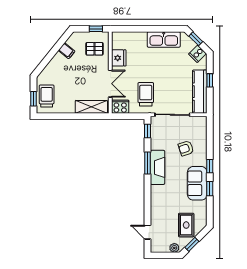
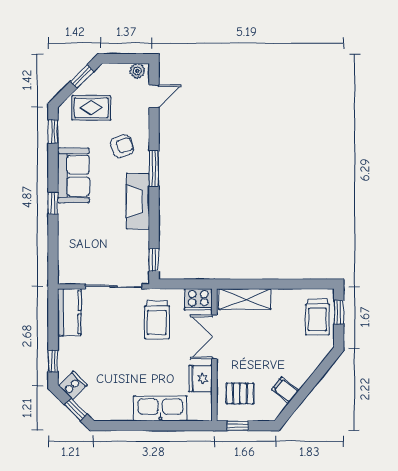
kitchen sink: (164, 40) -> (160, 408), moved
window: (210, 80) -> (53, 361), moved
kitchen counter: (200, 92) -> (69, 312), width x0.67
armchair: (186, 148) -> (122, 146), moved
window: (148, 163) -> (154, 169), moved
window: (210, 189) -> (53, 131), moved
rug: (186, 225) -> (91, 108), turned 90
door: (148, 232) -> (154, 96), hinge flipped
plant: (174, 248) -> (137, 71), moved

